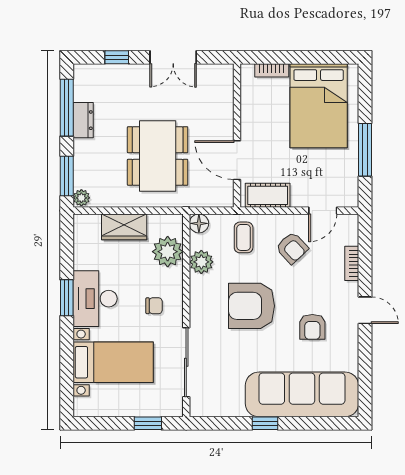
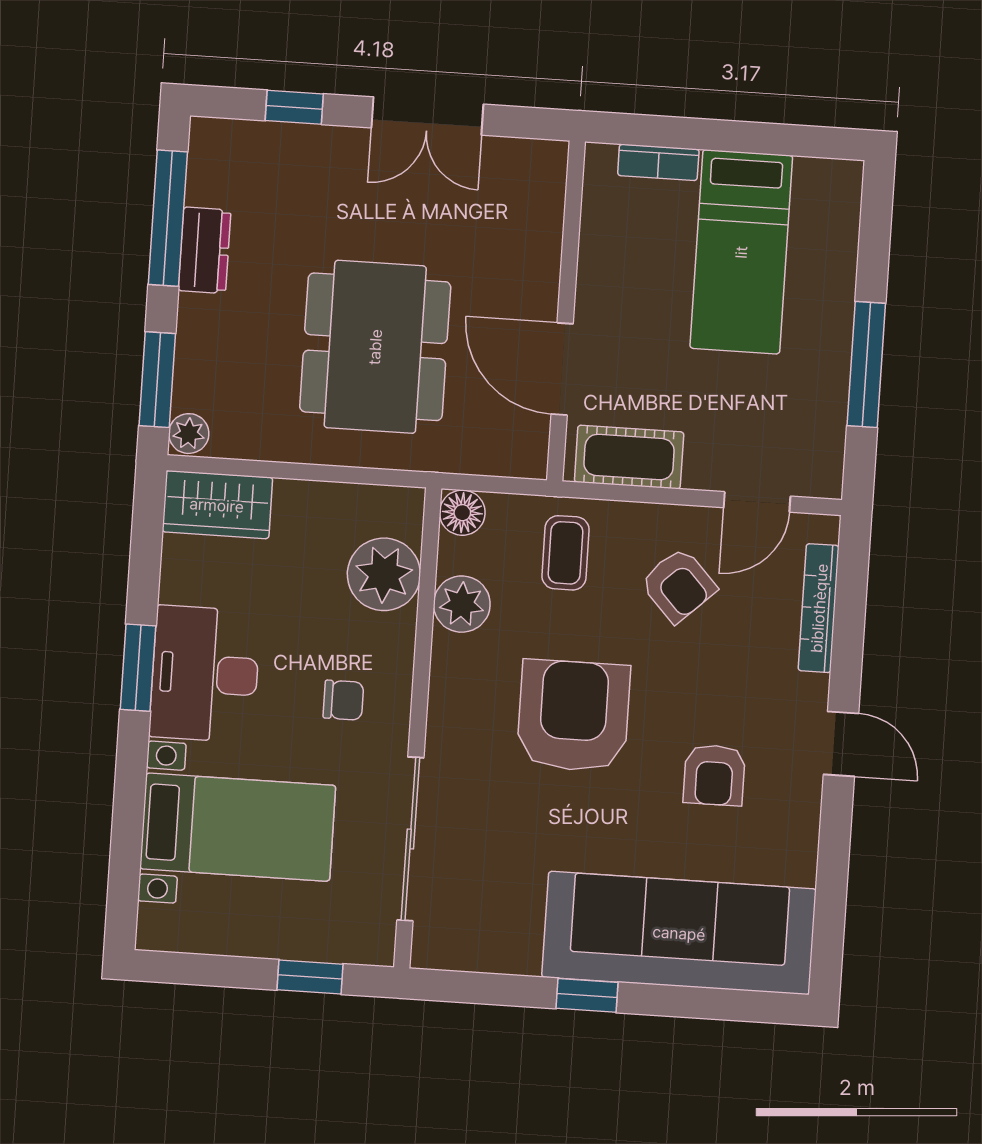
bed: (319, 106) -> (741, 252), width x0.67
wardrobe: (124, 227) -> (217, 505), moved
bookcase: (352, 263) -> (819, 608), width x1.56
armchair: (251, 306) -> (574, 716), turned 90

